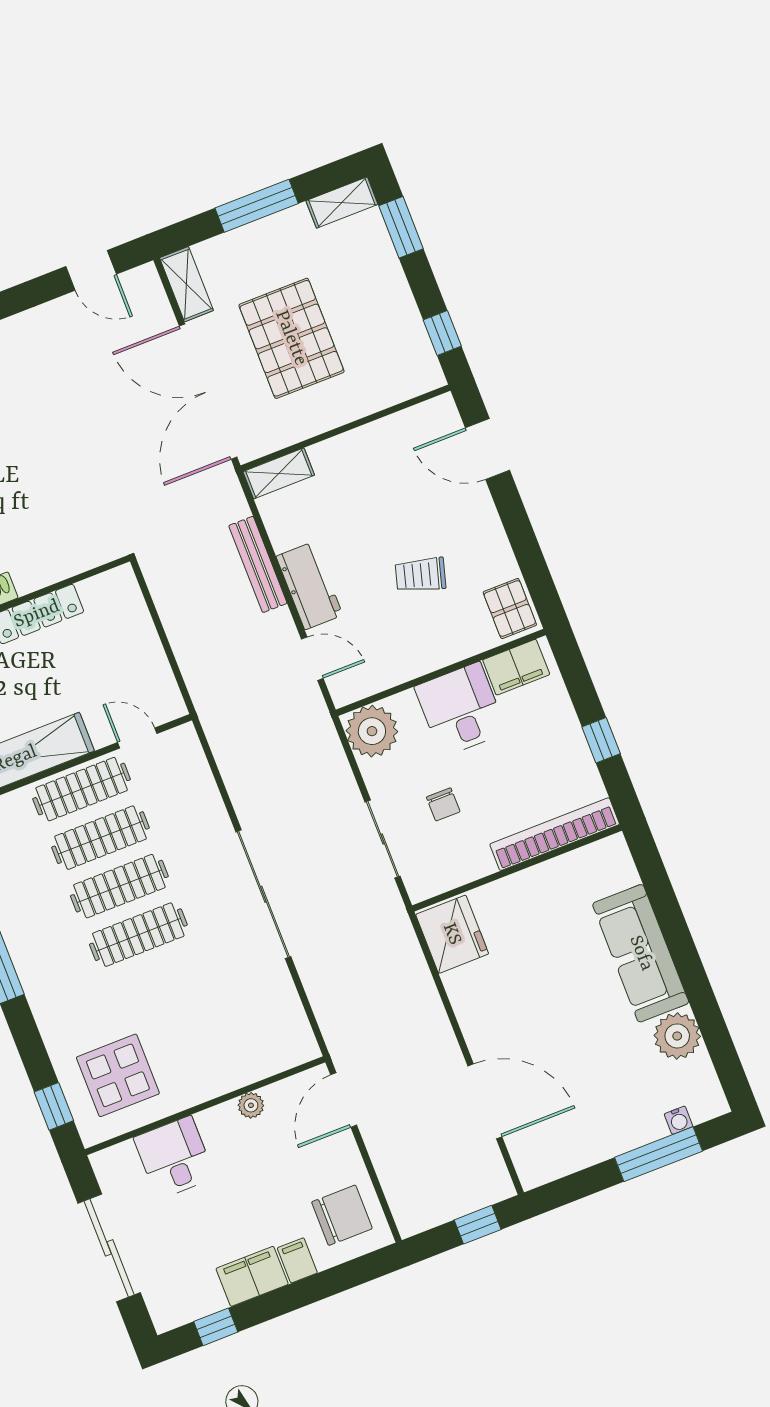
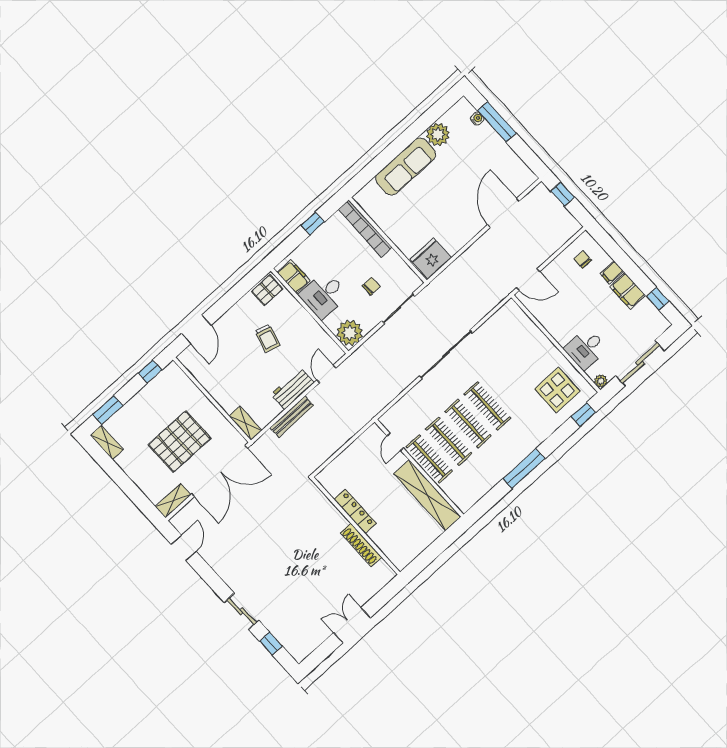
window: (257, 206) -> (124, 482), removed
plant: (251, 1105) -> (601, 381), moved
chair: (342, 1215) -> (583, 260), width x0.54, depth x0.54

